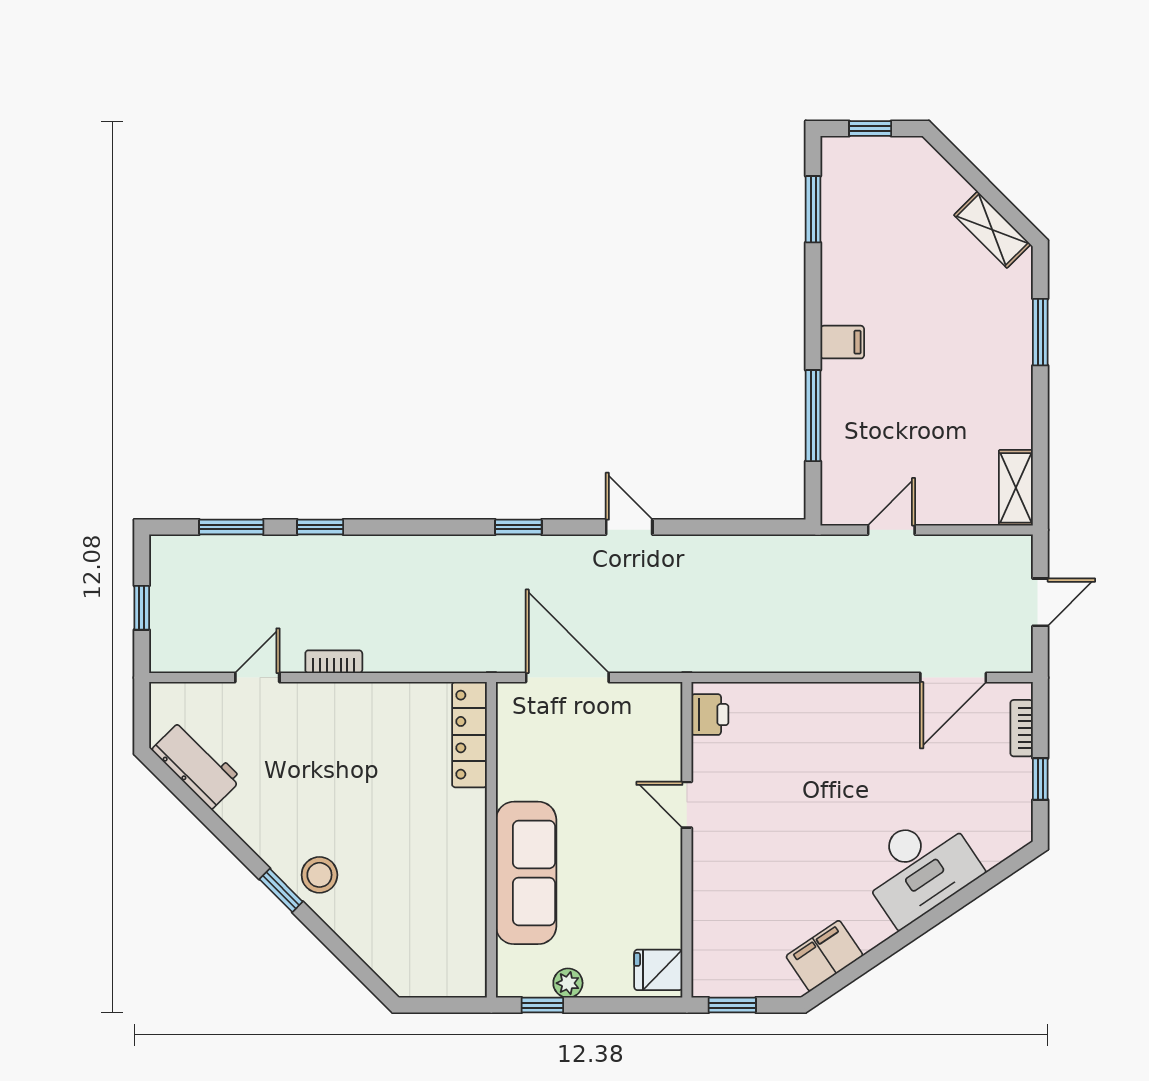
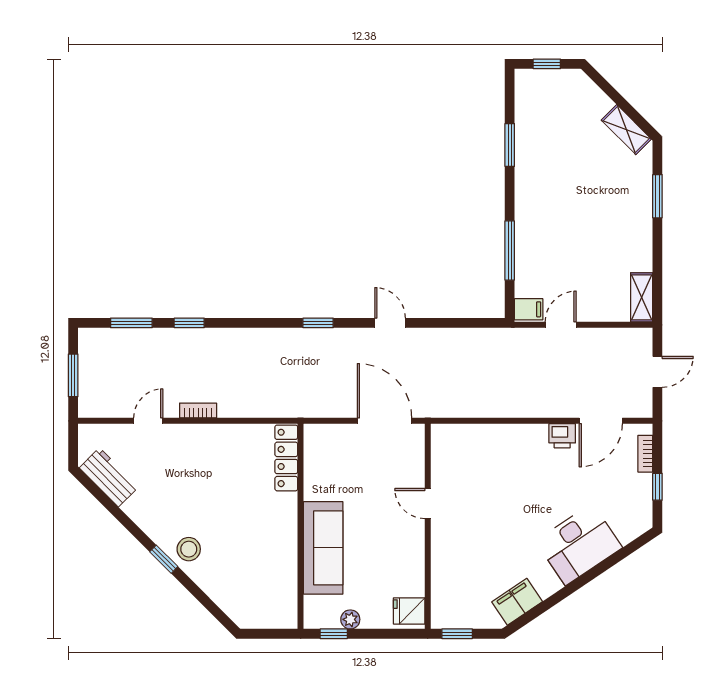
window: (813, 209) -> (510, 145), moved
filing cabinet: (842, 342) -> (529, 309), moved
window: (142, 608) -> (73, 375), width x1.50
door: (567, 678) -> (385, 421), moved
printer: (710, 715) -> (562, 436), moved, turned 90

